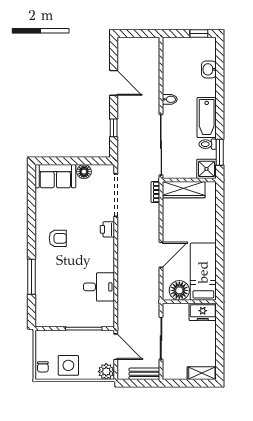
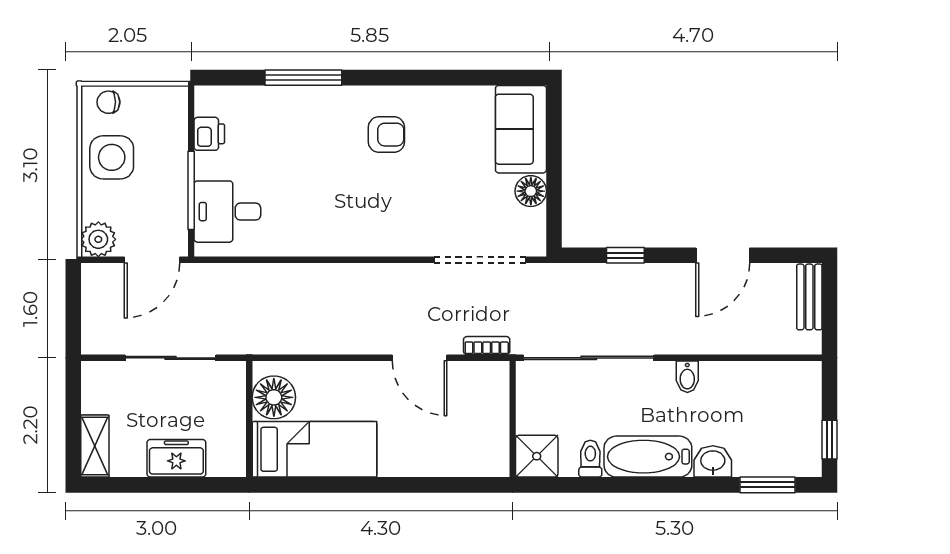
washbasin: (209, 69) -> (713, 461), moved
window: (220, 152) -> (767, 485), moved
wardrobe: (184, 190) -> (492, 407), removed
printer: (107, 229) -> (209, 134), moved, turned 90
armchair: (58, 238) -> (386, 135), turned -90
door: (161, 255) -> (420, 358), moved
desk: (99, 287) -> (227, 212), moved, turned 90
freezer: (203, 312) -> (176, 458), moved, turned 90
bench: (144, 374) -> (809, 297), moved

